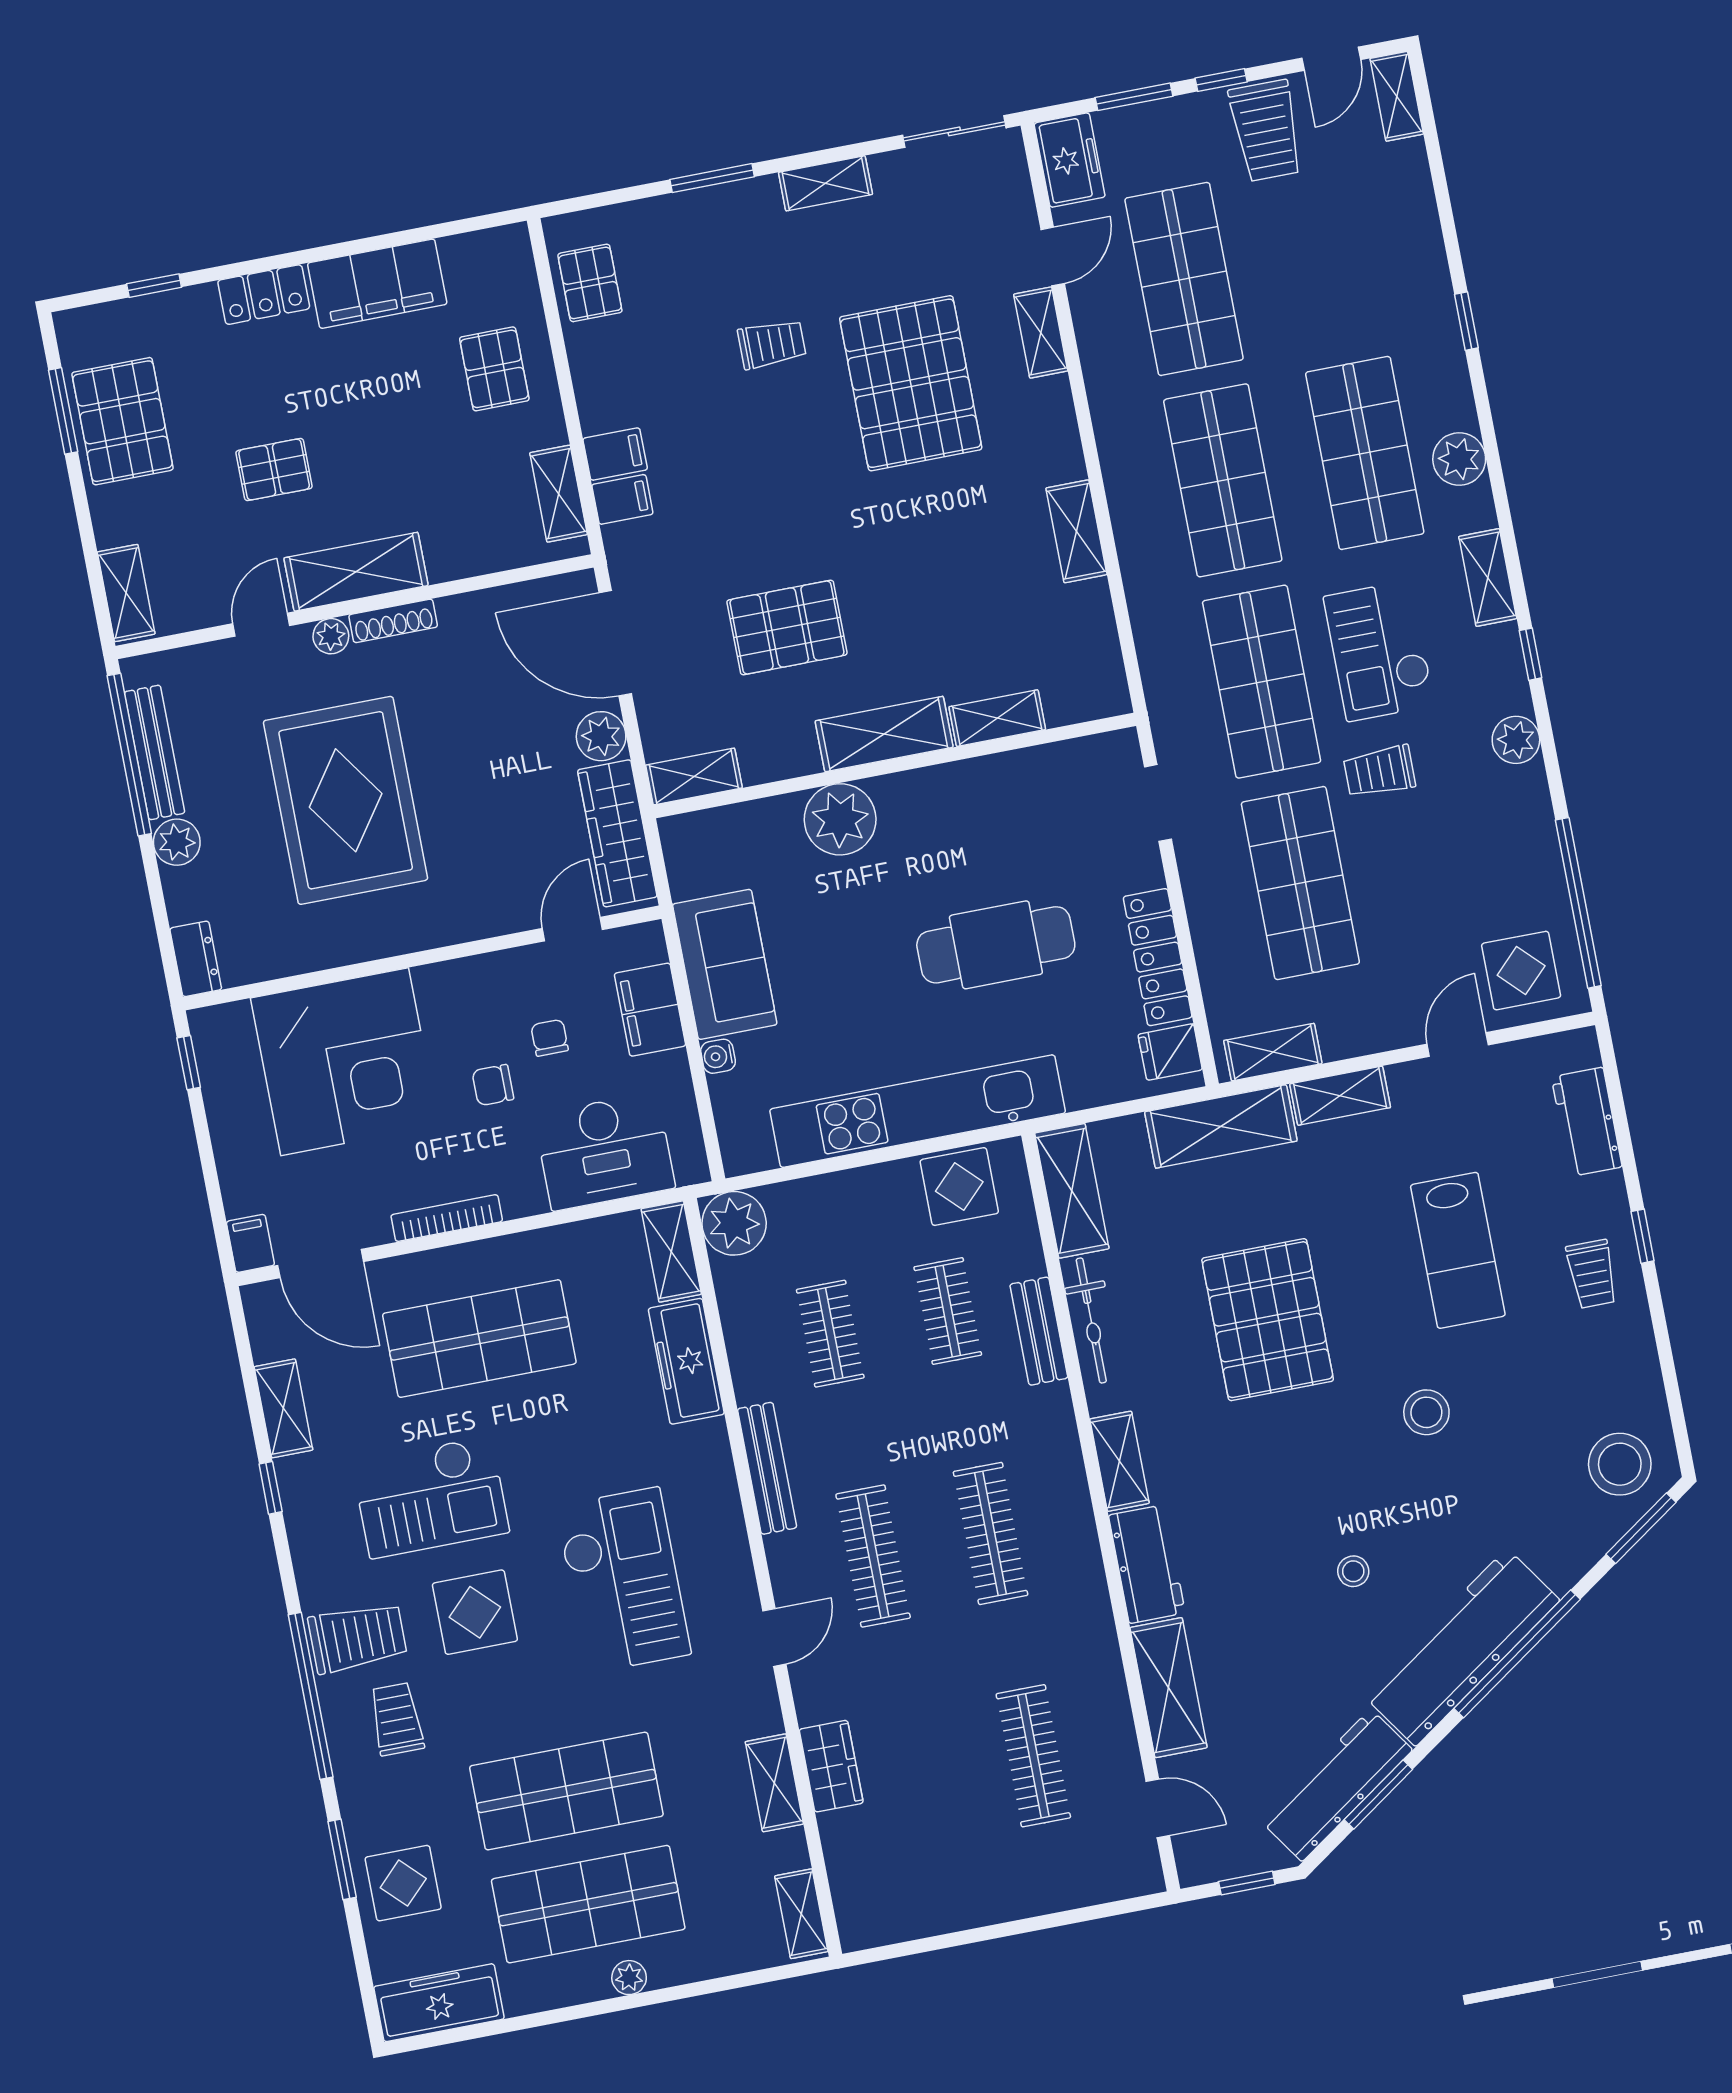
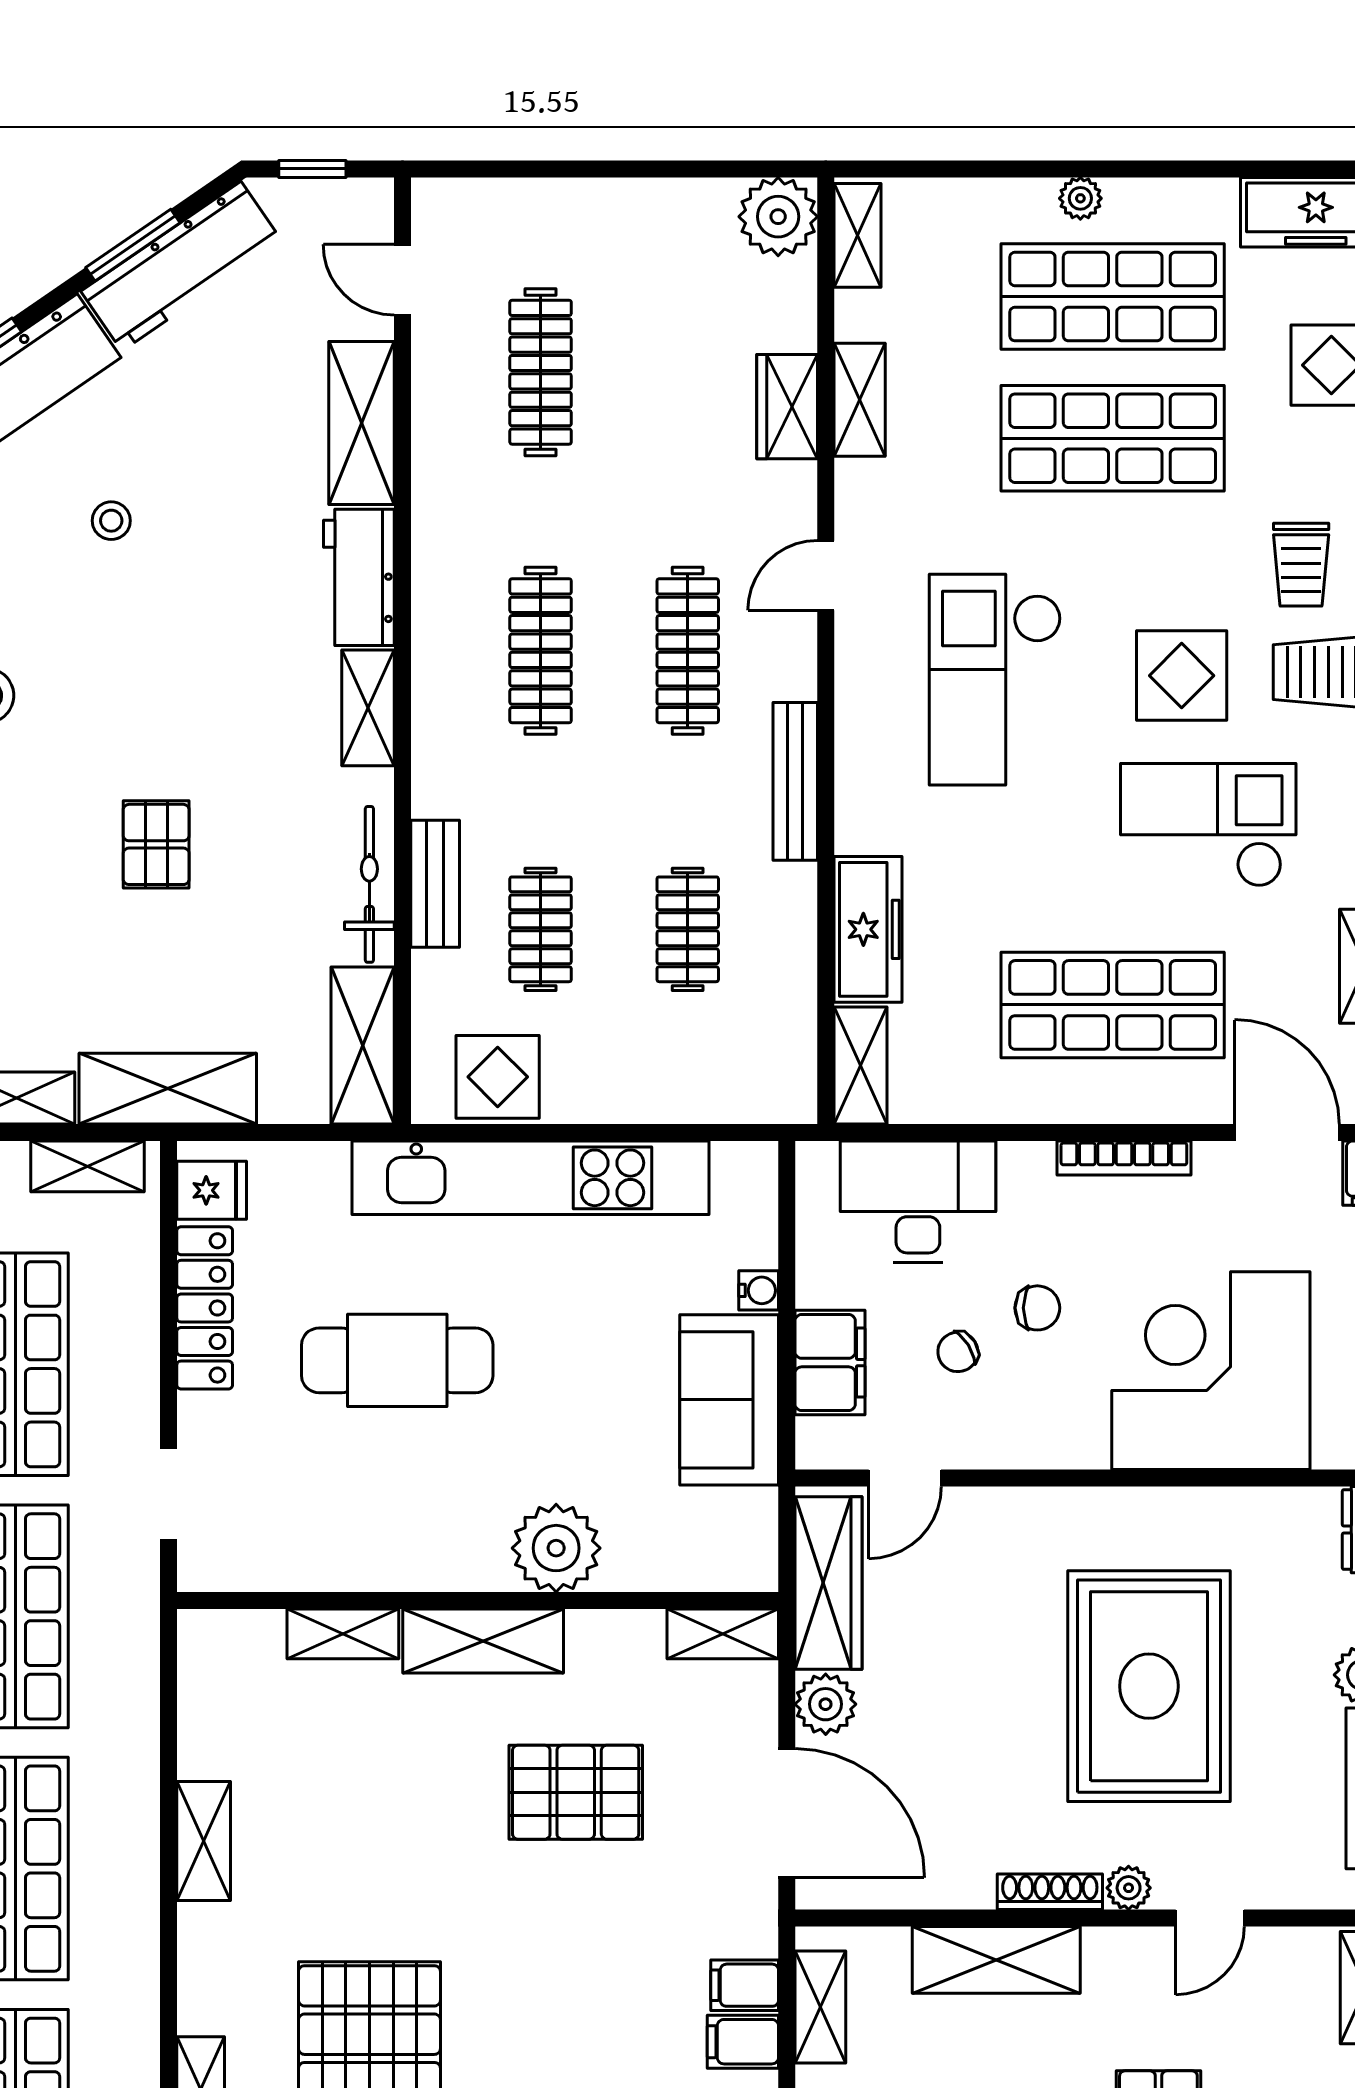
shelving: (356, 572) -> (996, 1960), moved
chair: (550, 1038) -> (958, 1352), turned 58
plant: (734, 1223) -> (778, 217), moved
pallet: (1268, 1320) -> (156, 844), width x0.49, depth x0.50

